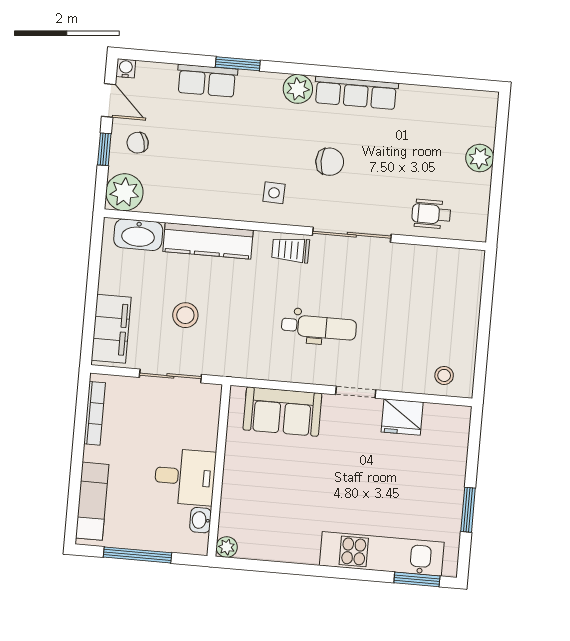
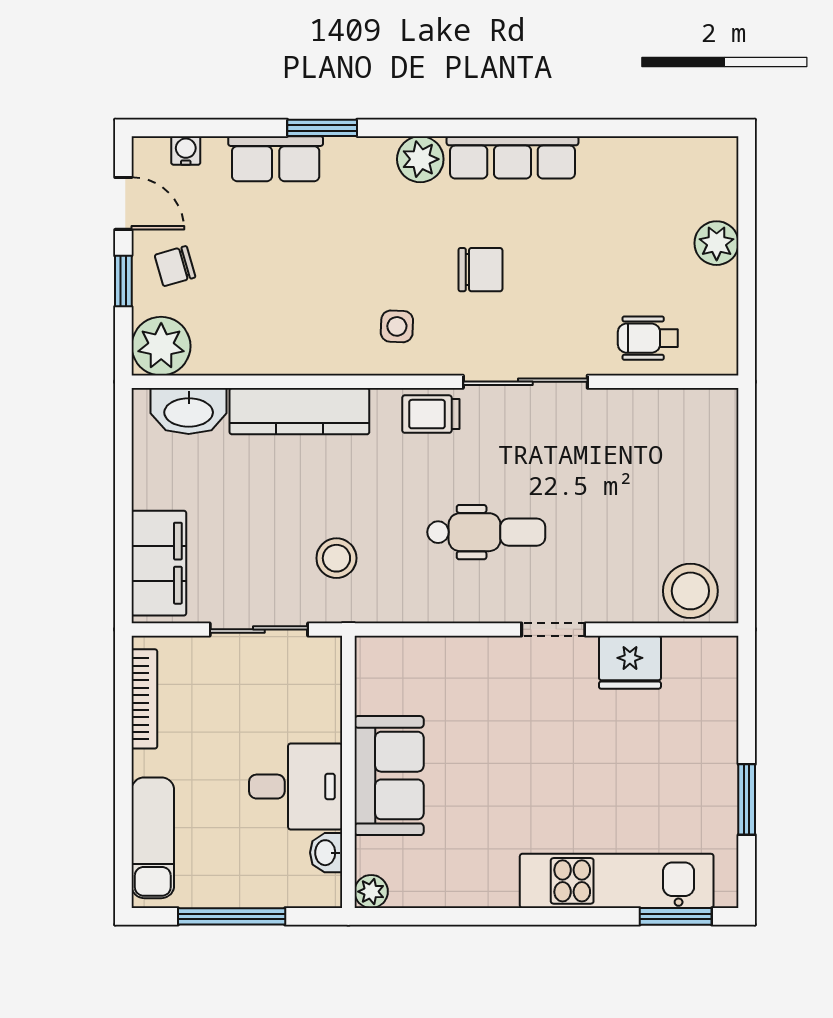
water cooler: (126, 68) -> (186, 150), moved
stool: (185, 315) -> (336, 558), moved
stool: (444, 375) -> (690, 591), width x1.89, depth x1.89
sofa: (282, 412) -> (389, 776), moved, turned -90

